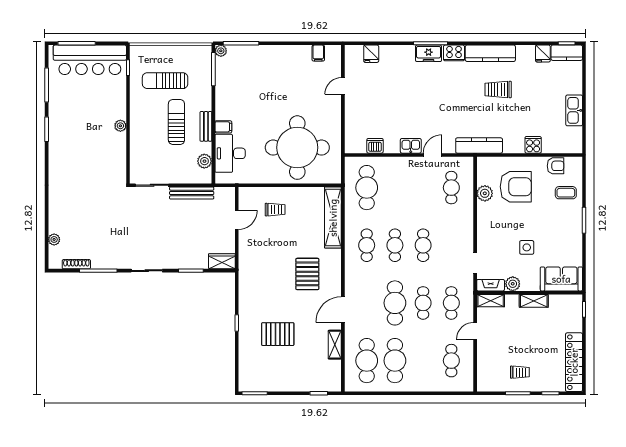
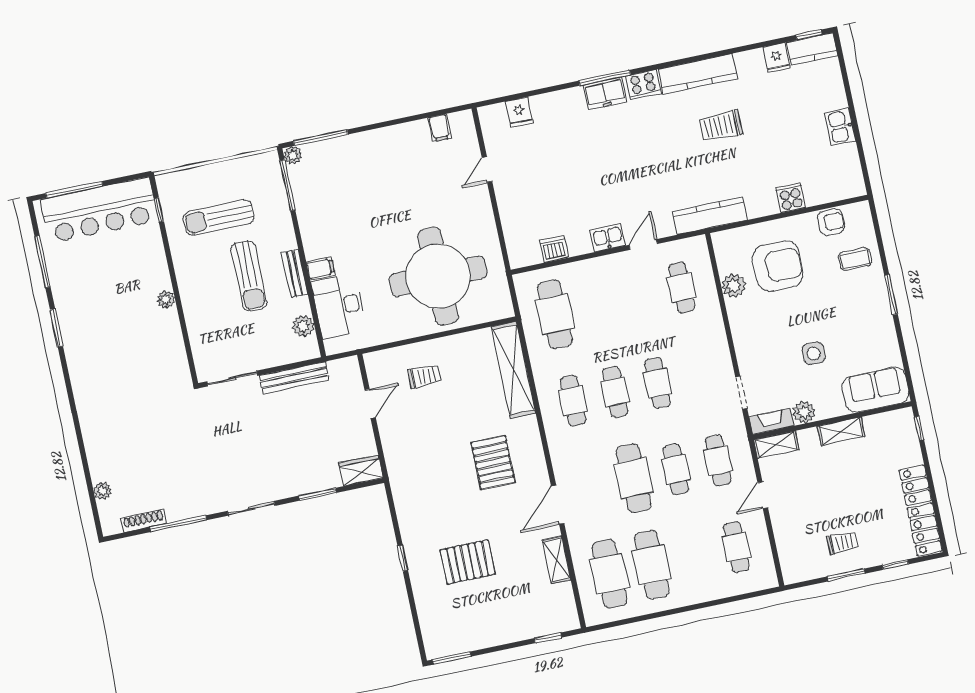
kitchen sink: (574, 110) -> (840, 127), width x0.73
sun lounger: (176, 122) -> (249, 276), turned 180

